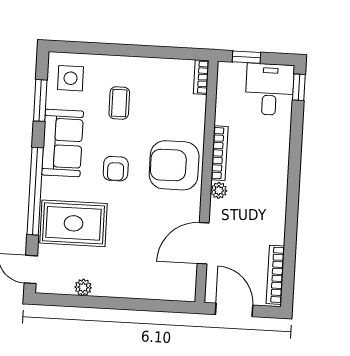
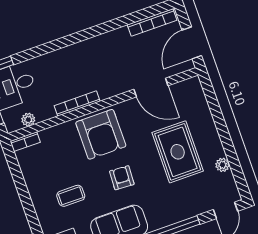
armchair: (116, 169) -> (122, 178), turned -87
plant: (219, 190) -> (28, 120), moved
rug: (74, 223) -> (178, 152), moved

